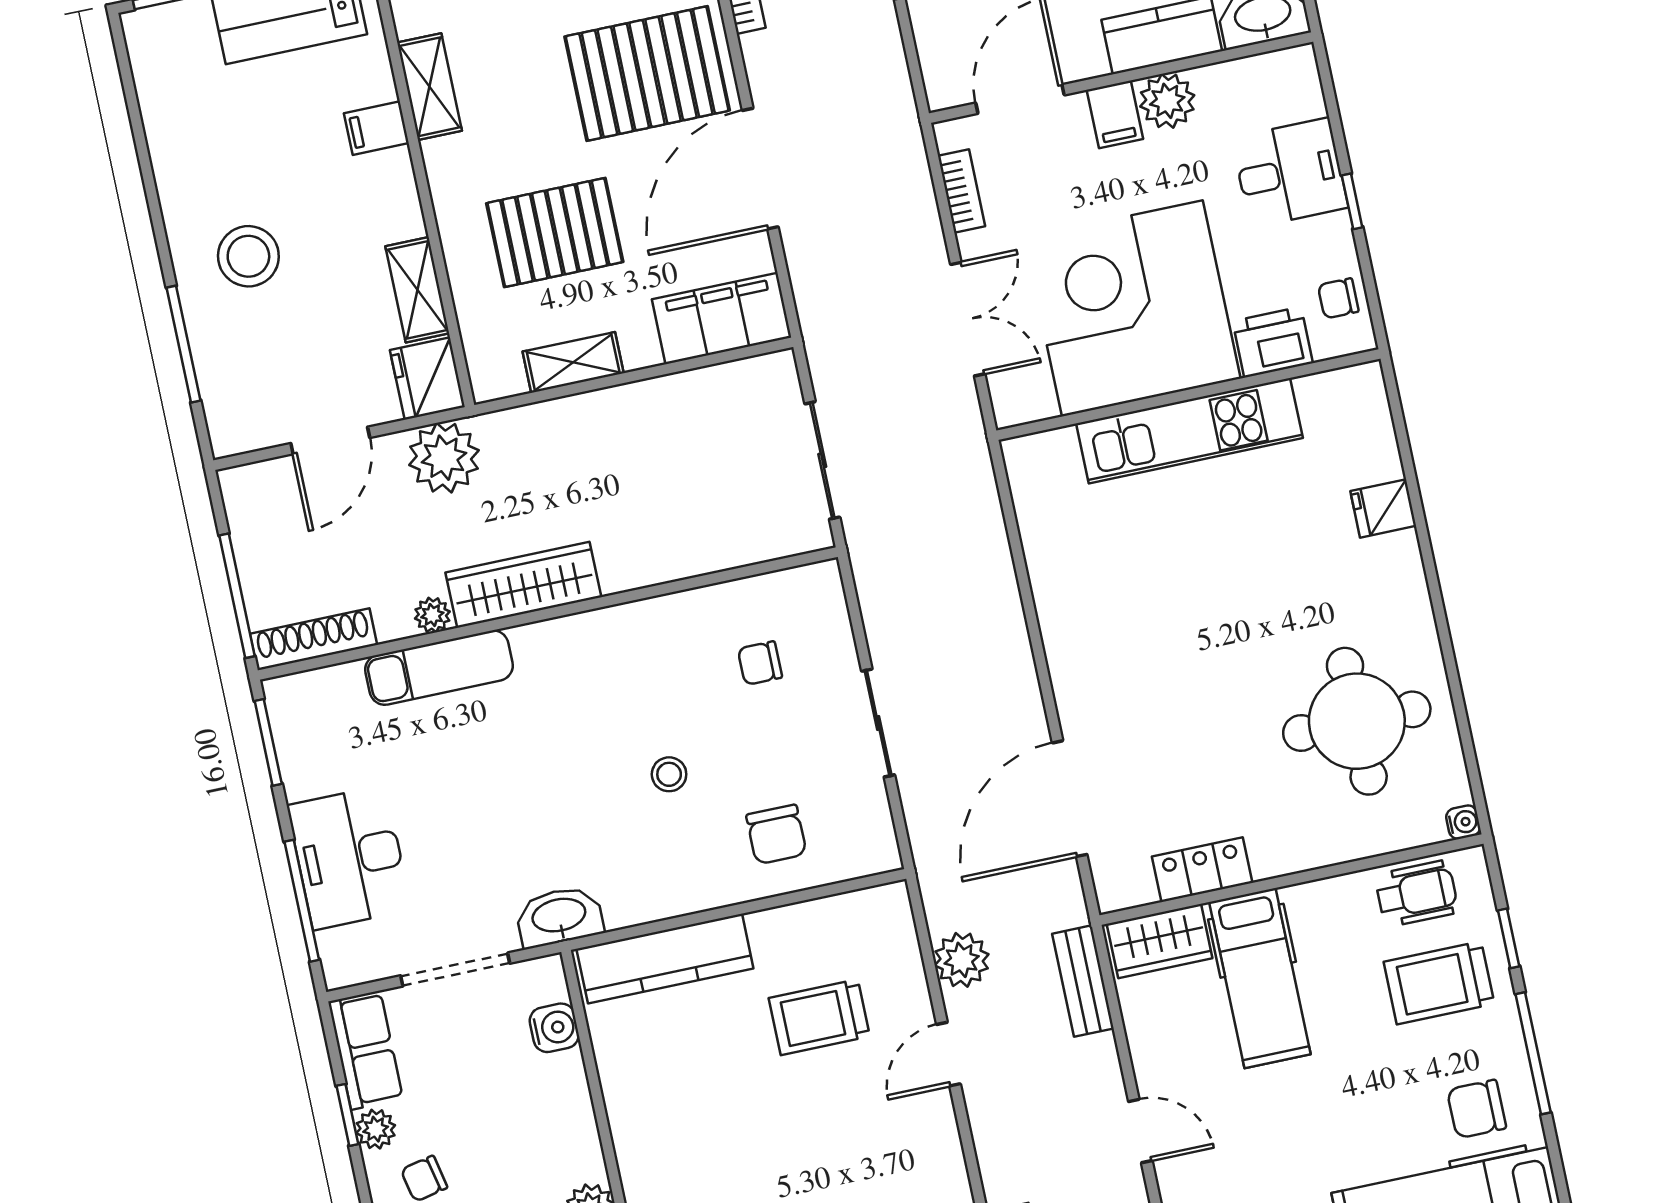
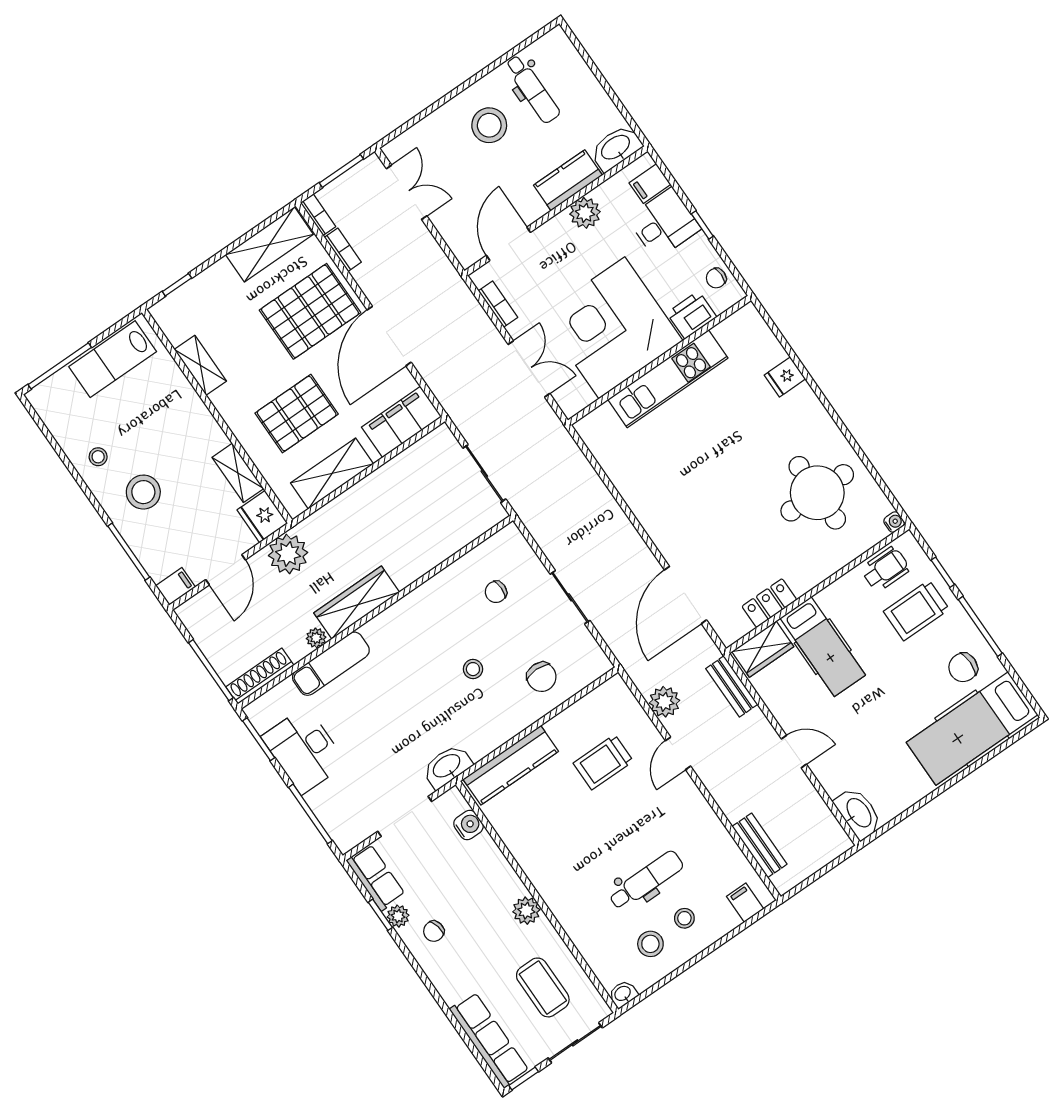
filing cabinet: (1115, 114) -> (650, 184), moved, turned 90
filing cabinet: (376, 128) -> (176, 586), moved, turned 180
stool: (198, 167) -> (98, 457), added
shelving: (573, 362) -> (332, 473), width x1.50, depth x1.33
desk: (349, 858) -> (304, 750), moved

